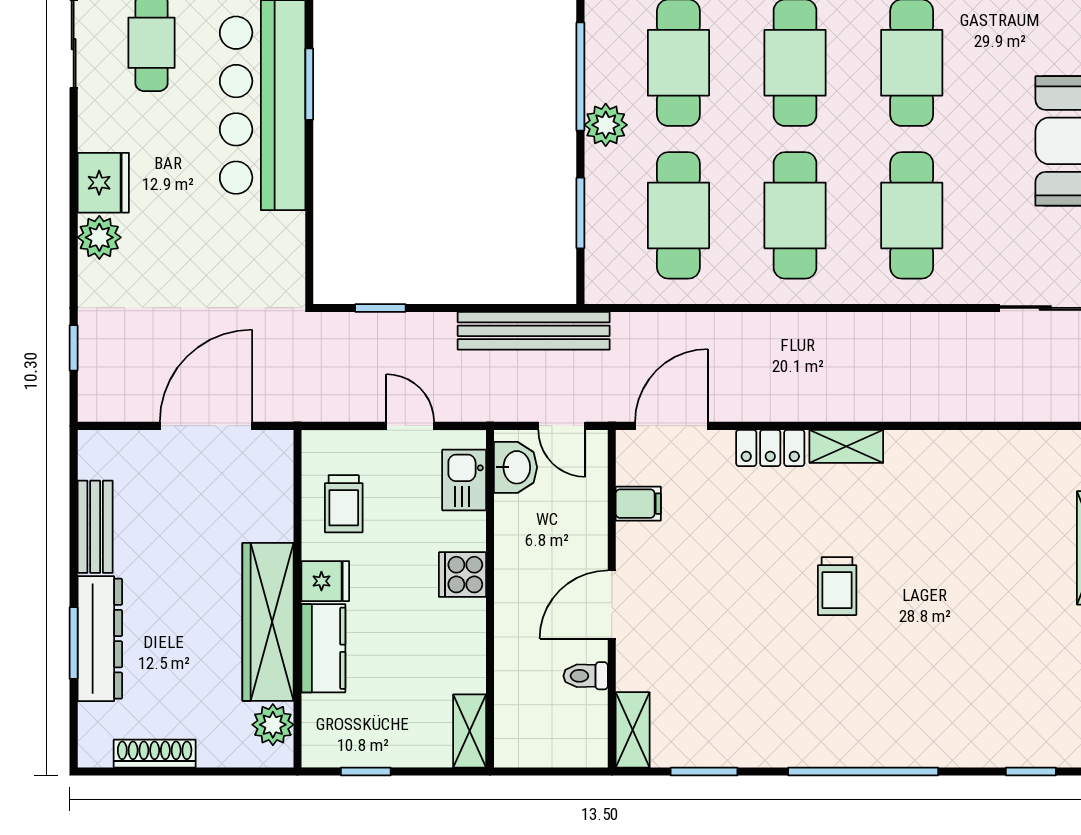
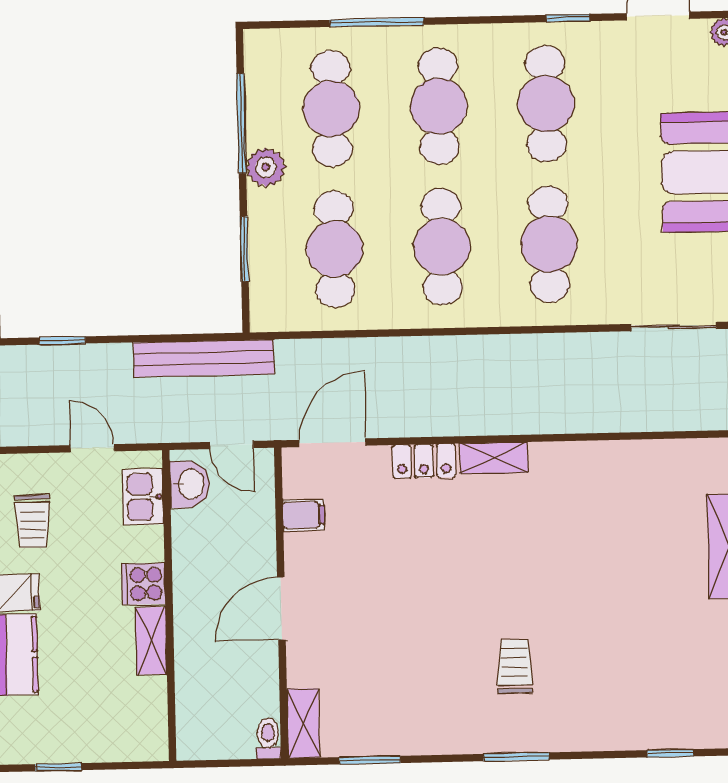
trolley: (837, 586) -> (515, 666), moved, turned 180
toilet: (586, 676) -> (268, 738), moved, turned 90
shelving: (470, 731) -> (151, 641), moved
window: (863, 772) -> (516, 757), width x0.47

